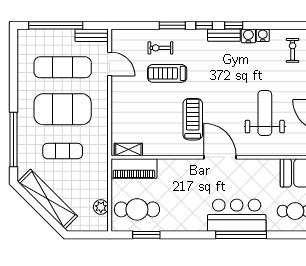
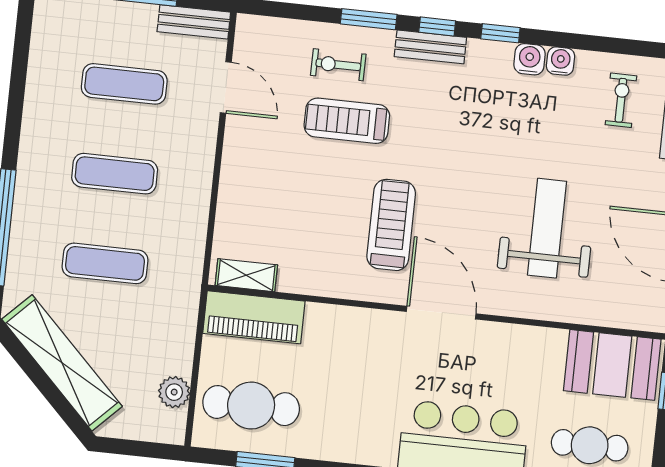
bench: (224, 35) -> (430, 47), moved
exercise mat: (63, 67) -> (124, 84), width x0.73, depth x0.69
exercise mat: (63, 109) -> (115, 174), width x0.50, depth x0.69

